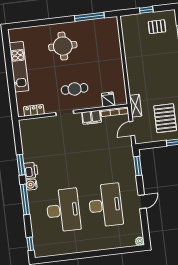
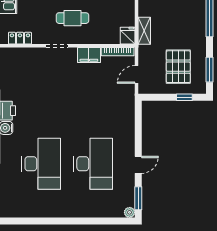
fridge: (108, 99) -> (128, 36), moved
shelving: (136, 106) -> (144, 31), moved
window: (138, 166) -> (138, 198), moved

